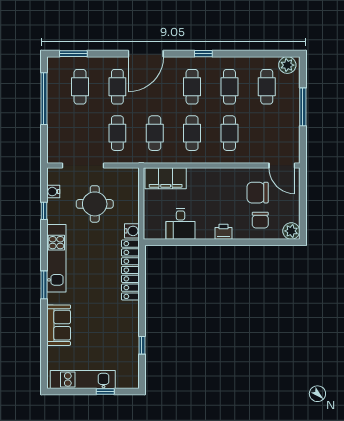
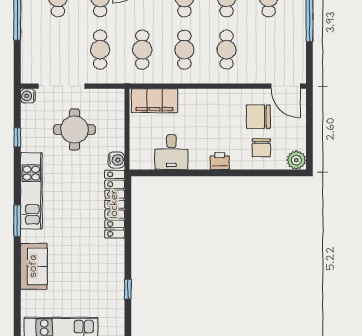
water cooler: (53, 192) -> (28, 96), moved

